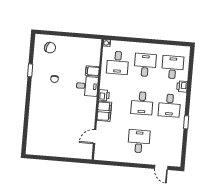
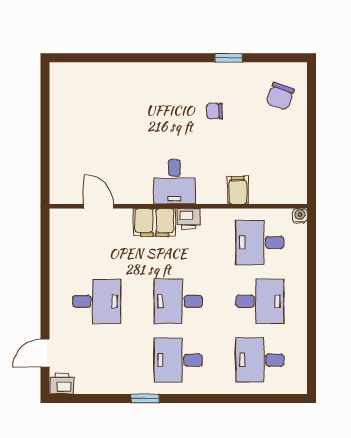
desk: (173, 67) -> (260, 360), turned 180
desk: (87, 86) -> (174, 182), moved
printer: (182, 86) -> (62, 384), moved

